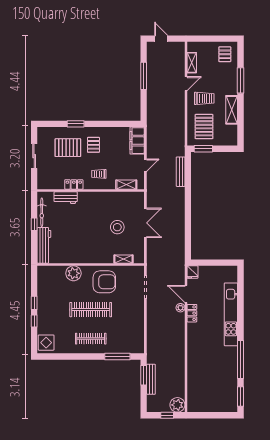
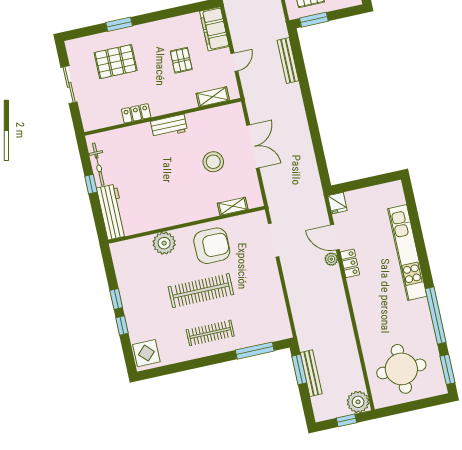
pallet: (93, 145) -> (181, 60), moved
trolley: (99, 174) -> (169, 90), removed
workbench: (66, 198) -> (169, 126), moved
round table: (210, 390) -> (401, 369), added

